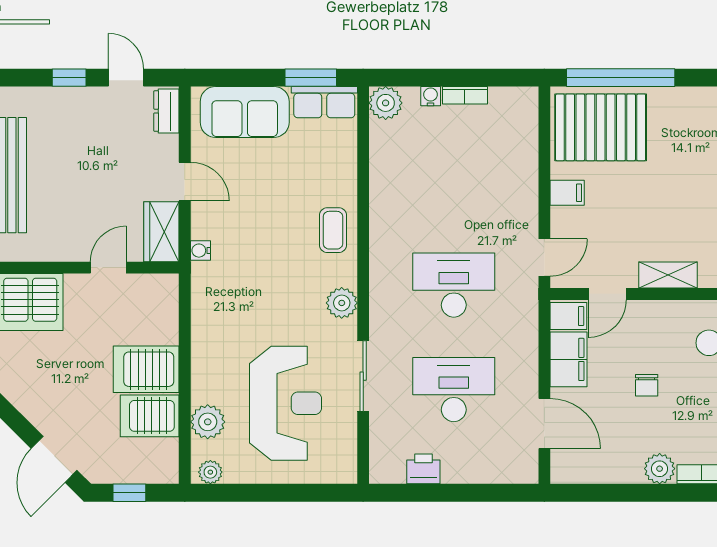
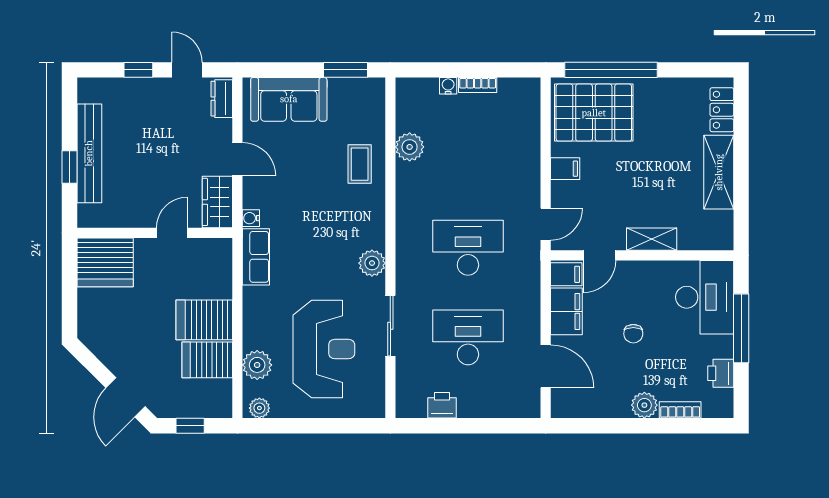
row of seats: (324, 102) -> (256, 257), moved, turned -90
plant: (386, 103) -> (410, 147), moved
coffee table: (333, 230) -> (360, 164), moved

